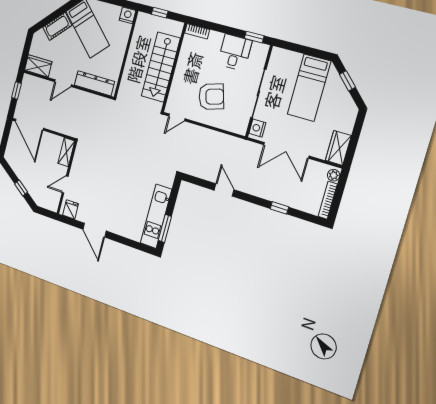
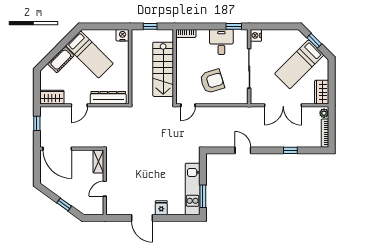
bed: (309, 88) -> (299, 64), moved, turned 45
nightstand: (257, 128) -> (256, 35), moved
fridge: (71, 209) -> (161, 208), moved

